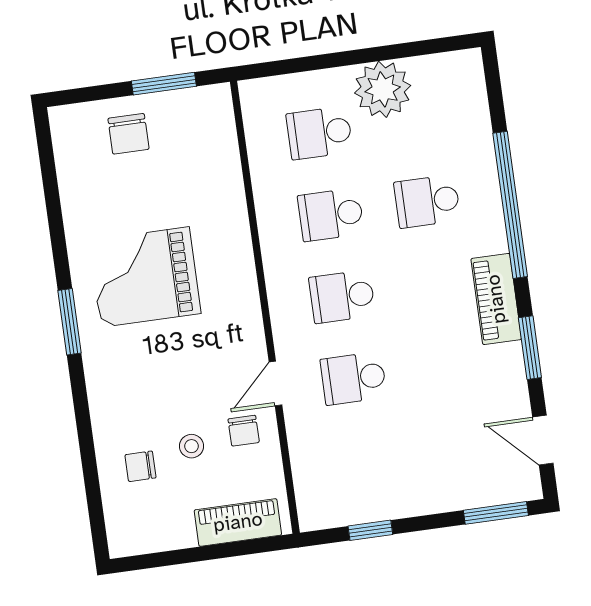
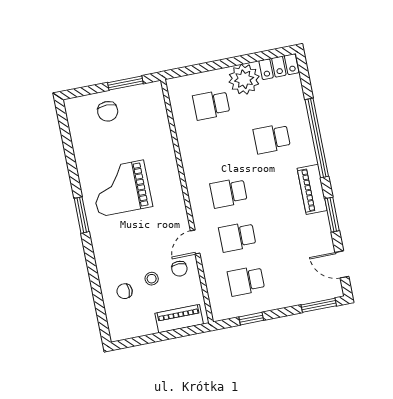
locker: (448, 70) -> (279, 67), added
school desk: (331, 215) -> (246, 281), moved

